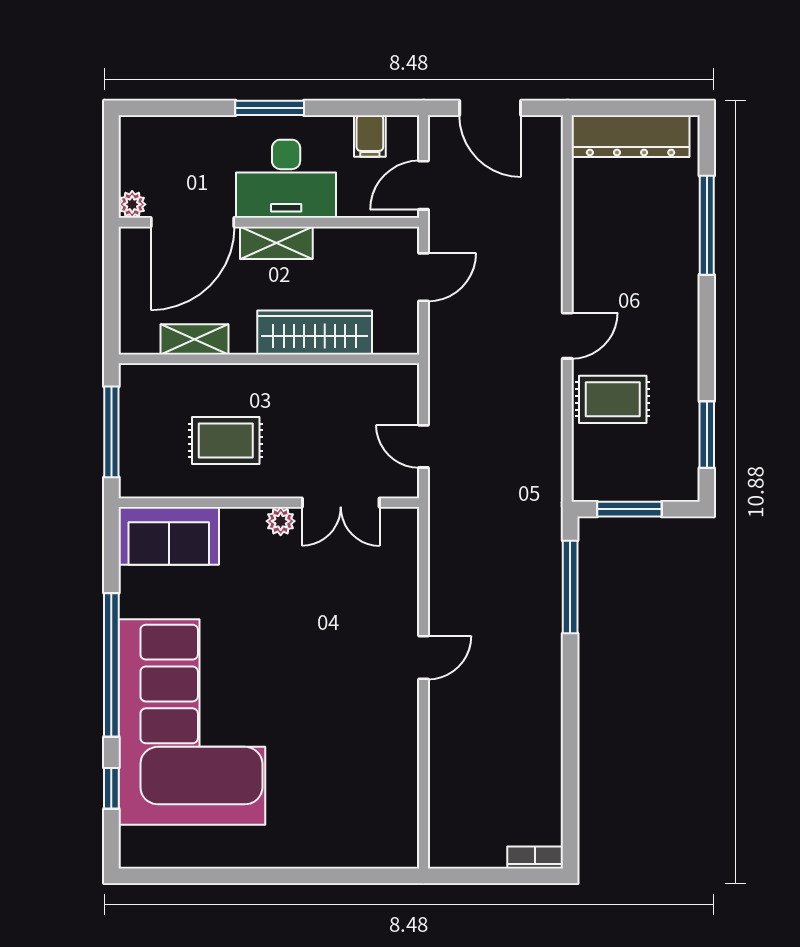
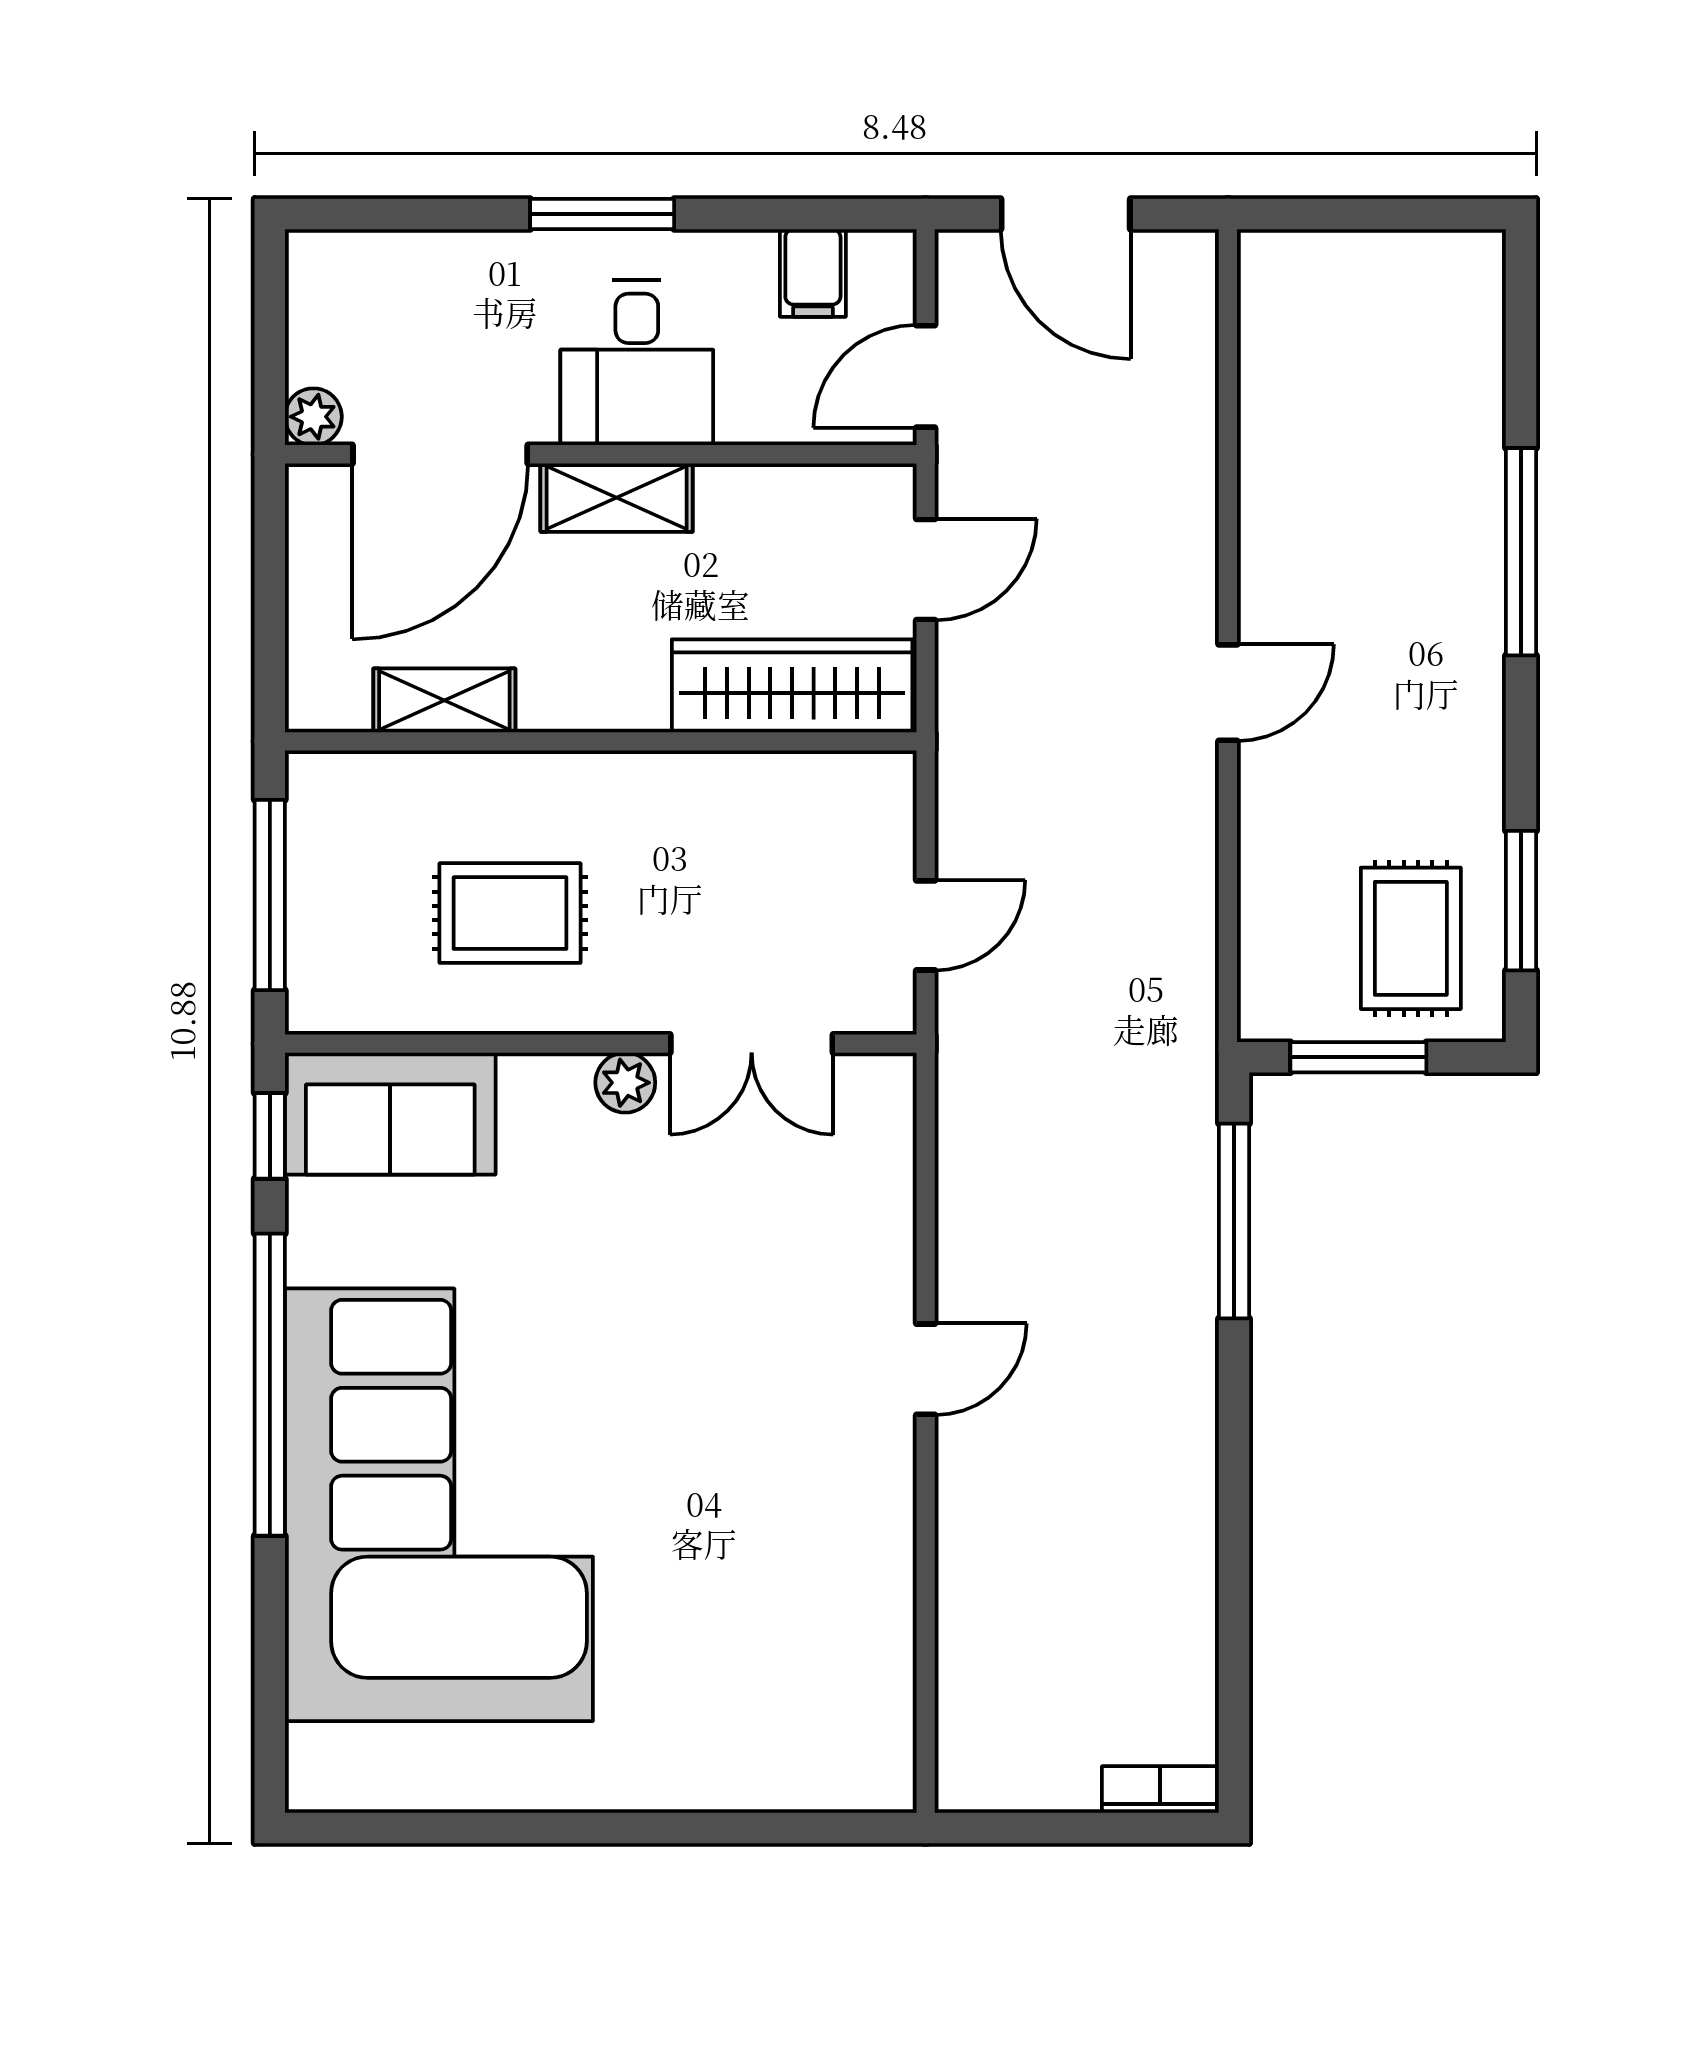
dresser: (631, 136) -> (1361, 273), removed
desk: (286, 179) -> (637, 363), width x0.73
window: (707, 225) -> (1521, 552), moved
wardrobe: (315, 332) -> (792, 686), moved
rug: (613, 399) -> (1411, 938), moved, turned 90
door: (423, 446) -> (926, 925), swing flipped
window: (111, 788) -> (270, 1136), moved

